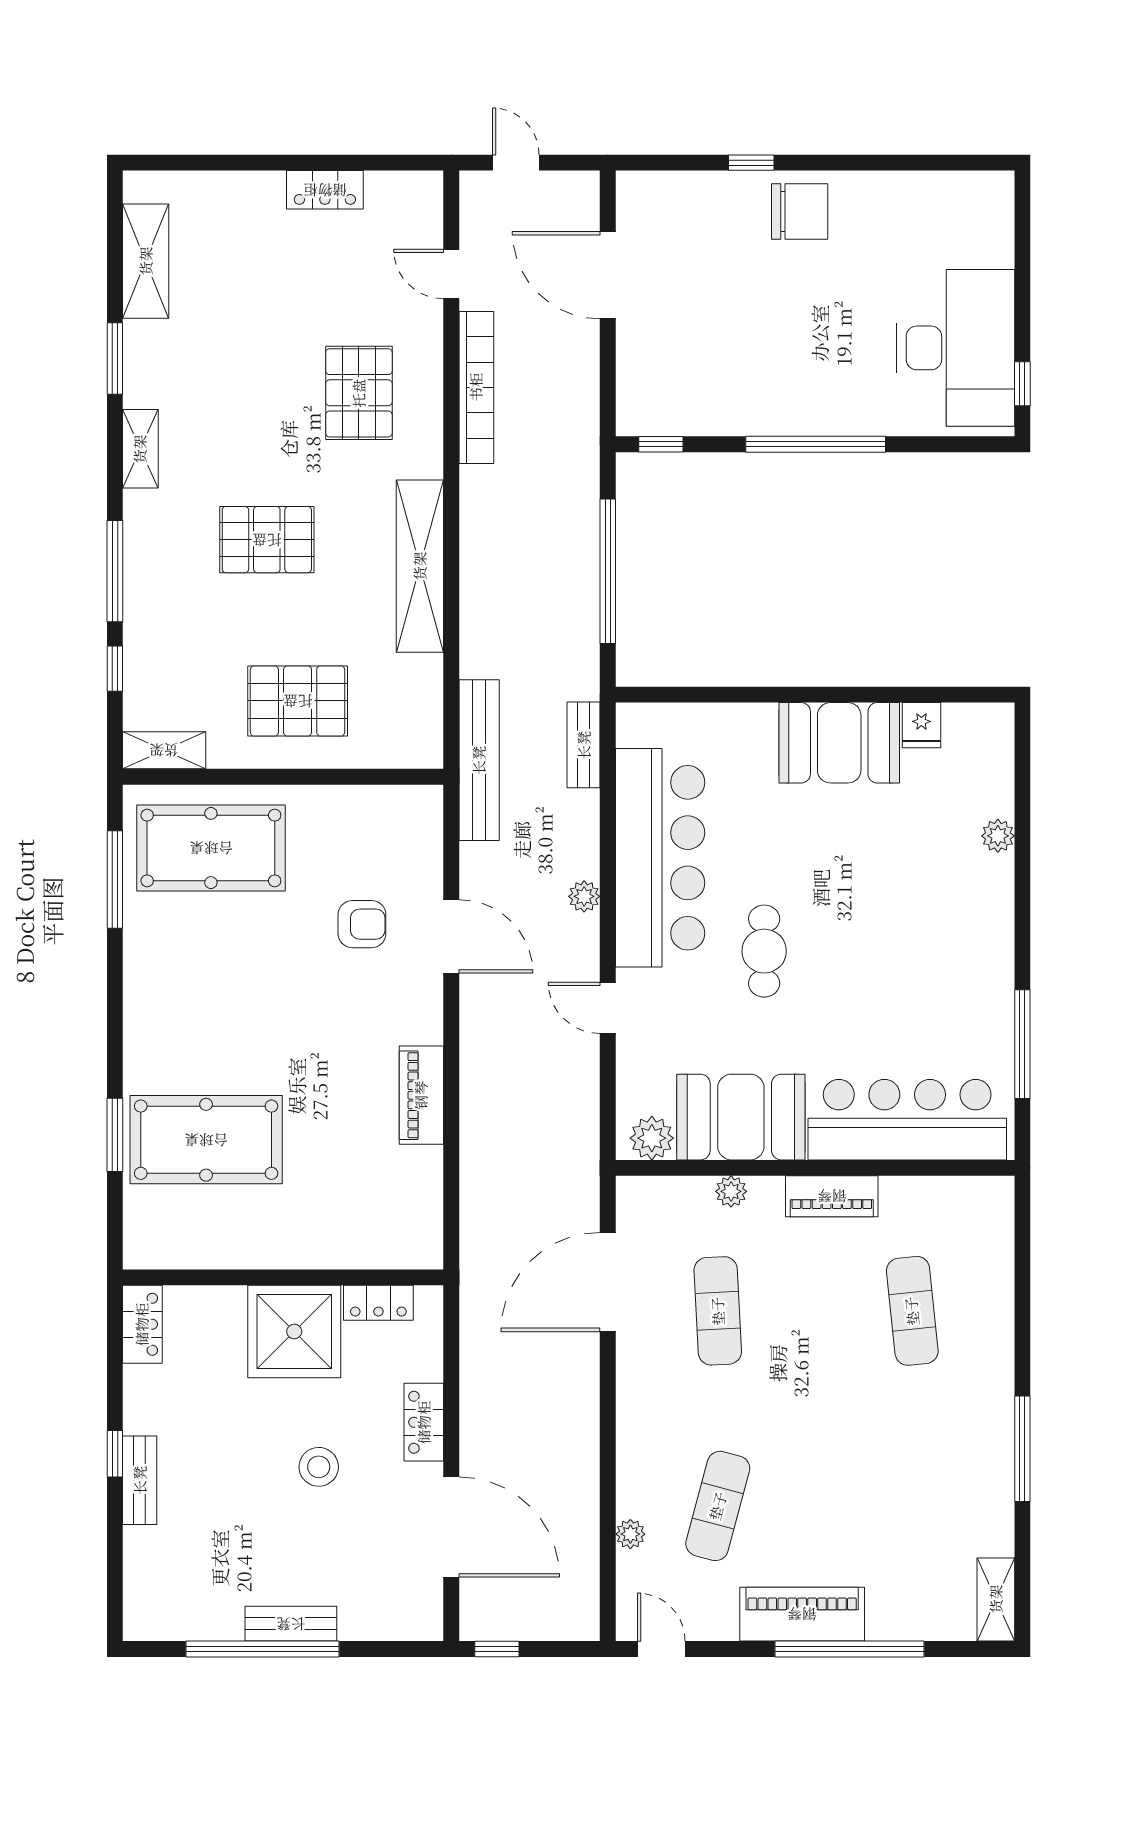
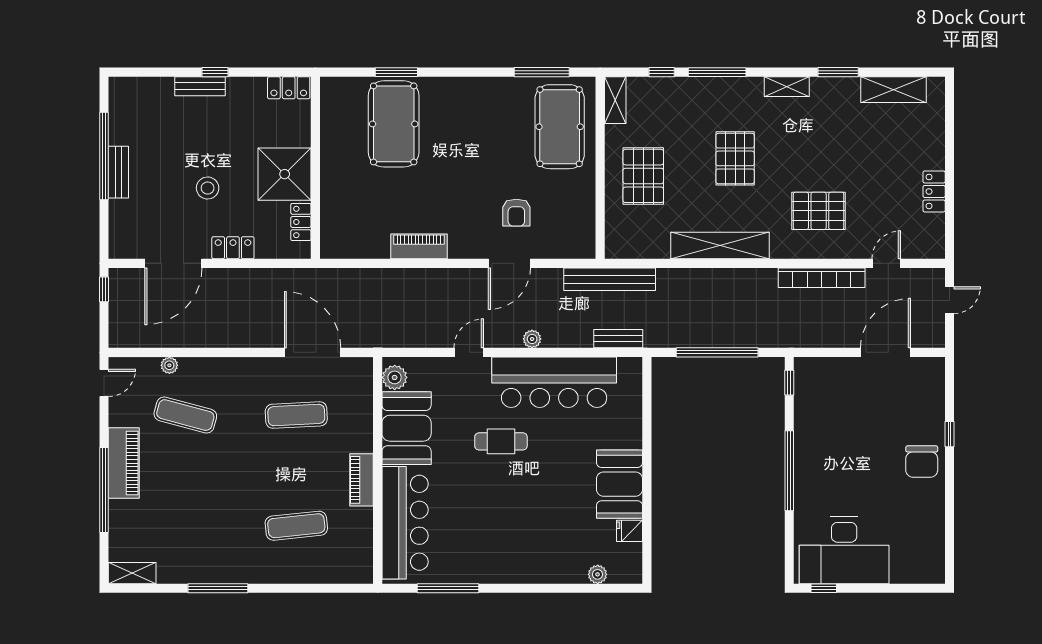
plant: (998, 836) -> (598, 574), moved
plant: (731, 1191) -> (364, 423), removed

